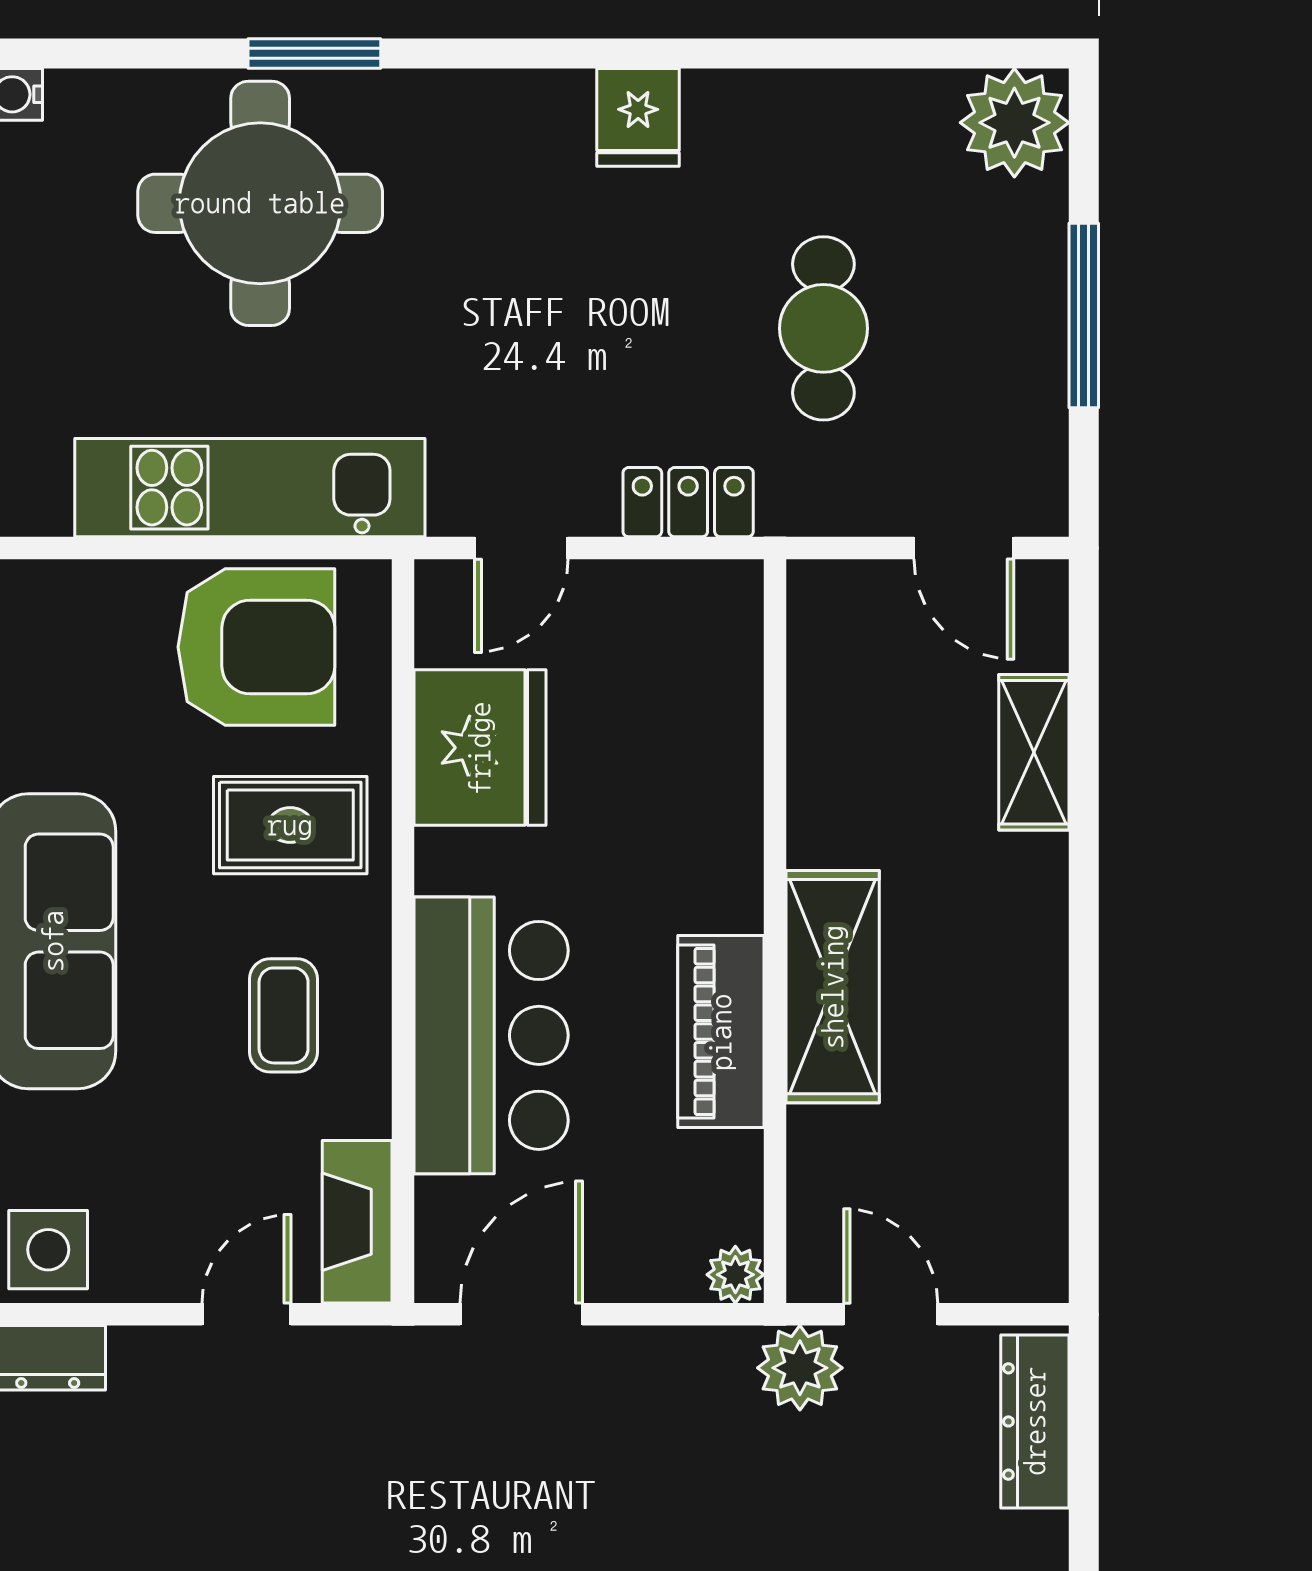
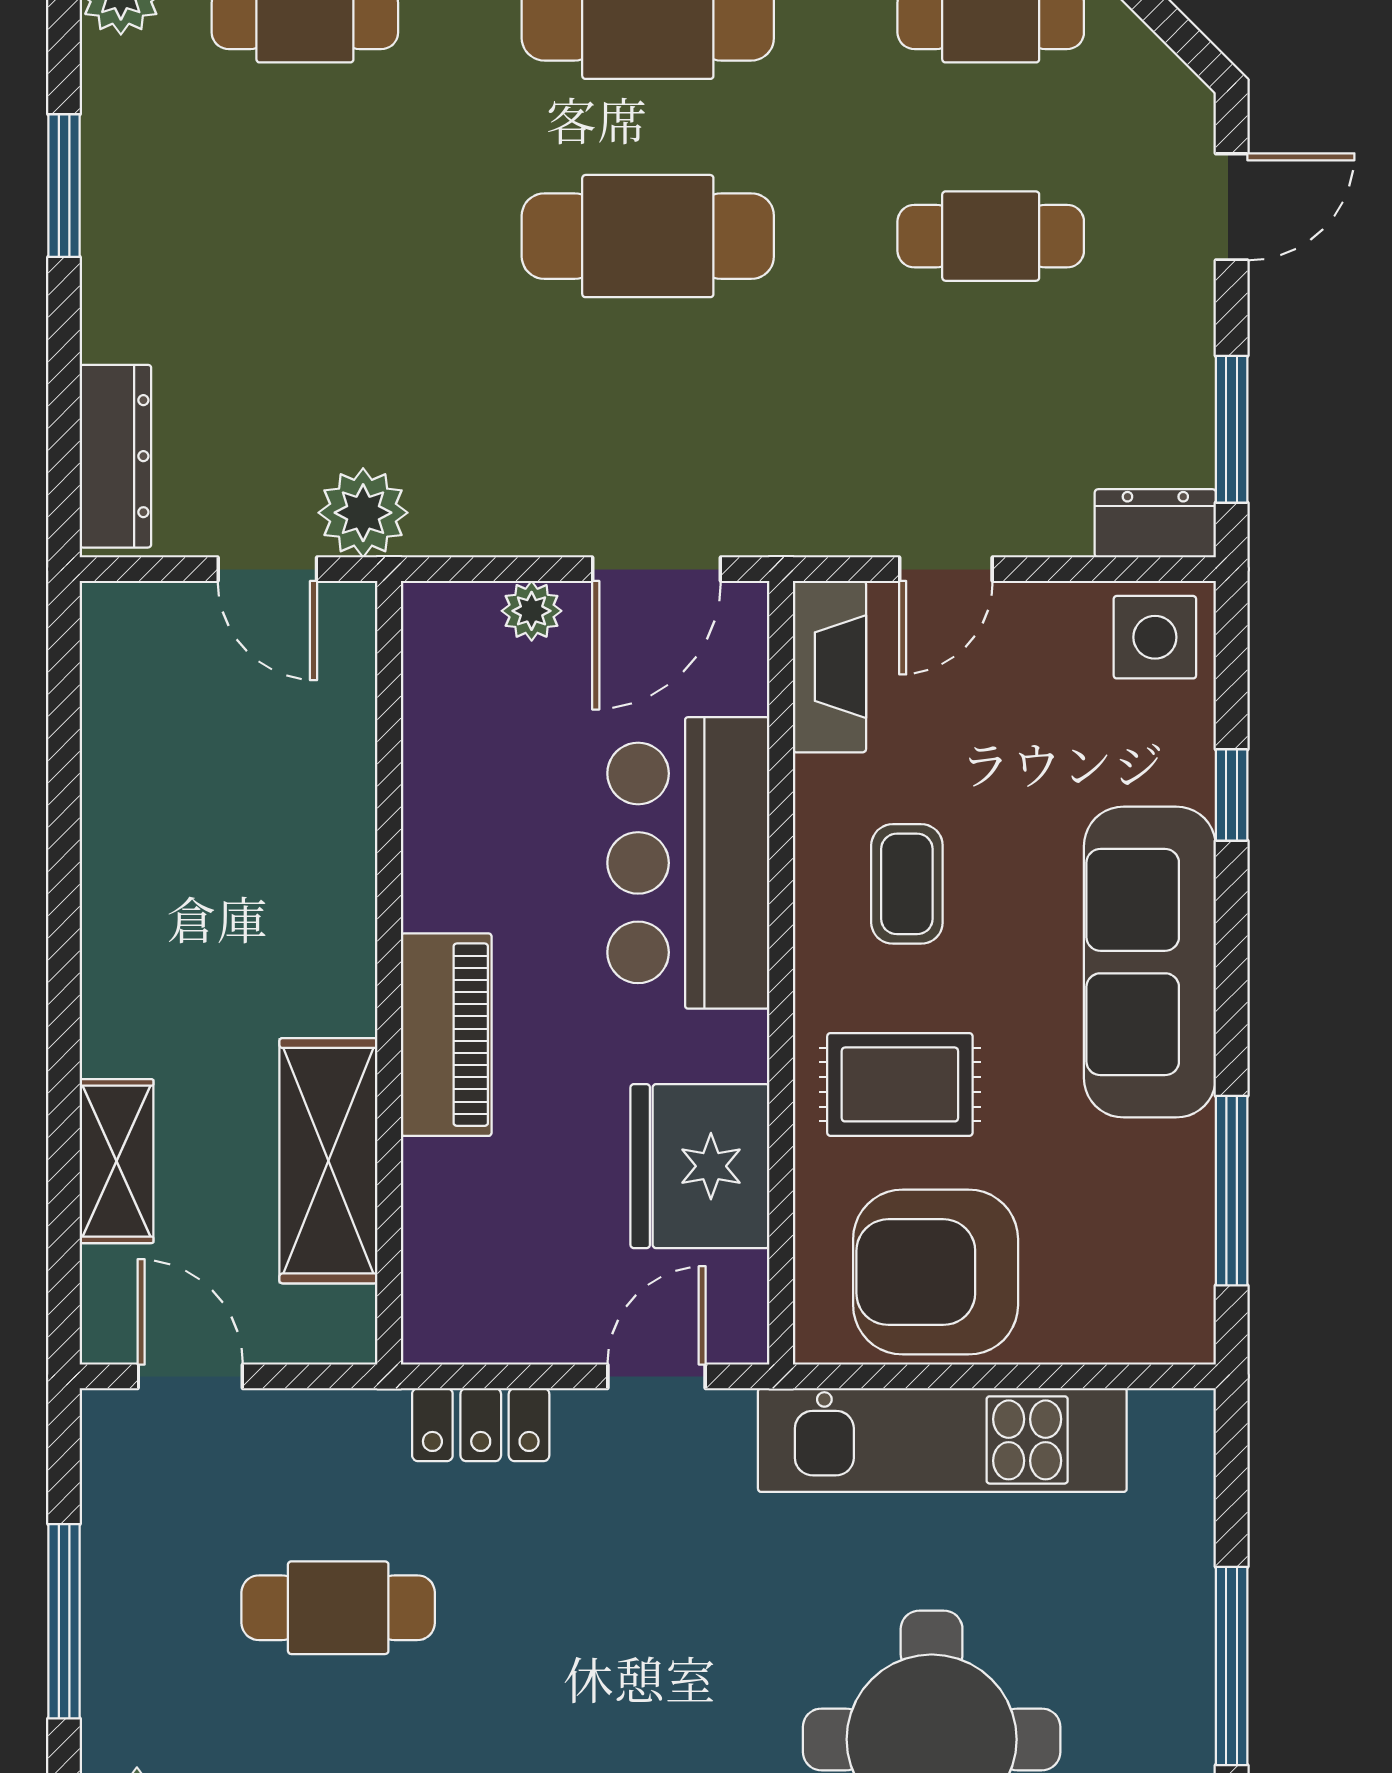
cafe table: (823, 328) -> (338, 1608), turned 90
shelving: (833, 987) -> (328, 1161), moved
piano: (721, 1032) -> (446, 1035), moved
plant: (735, 1275) -> (532, 611), moved

